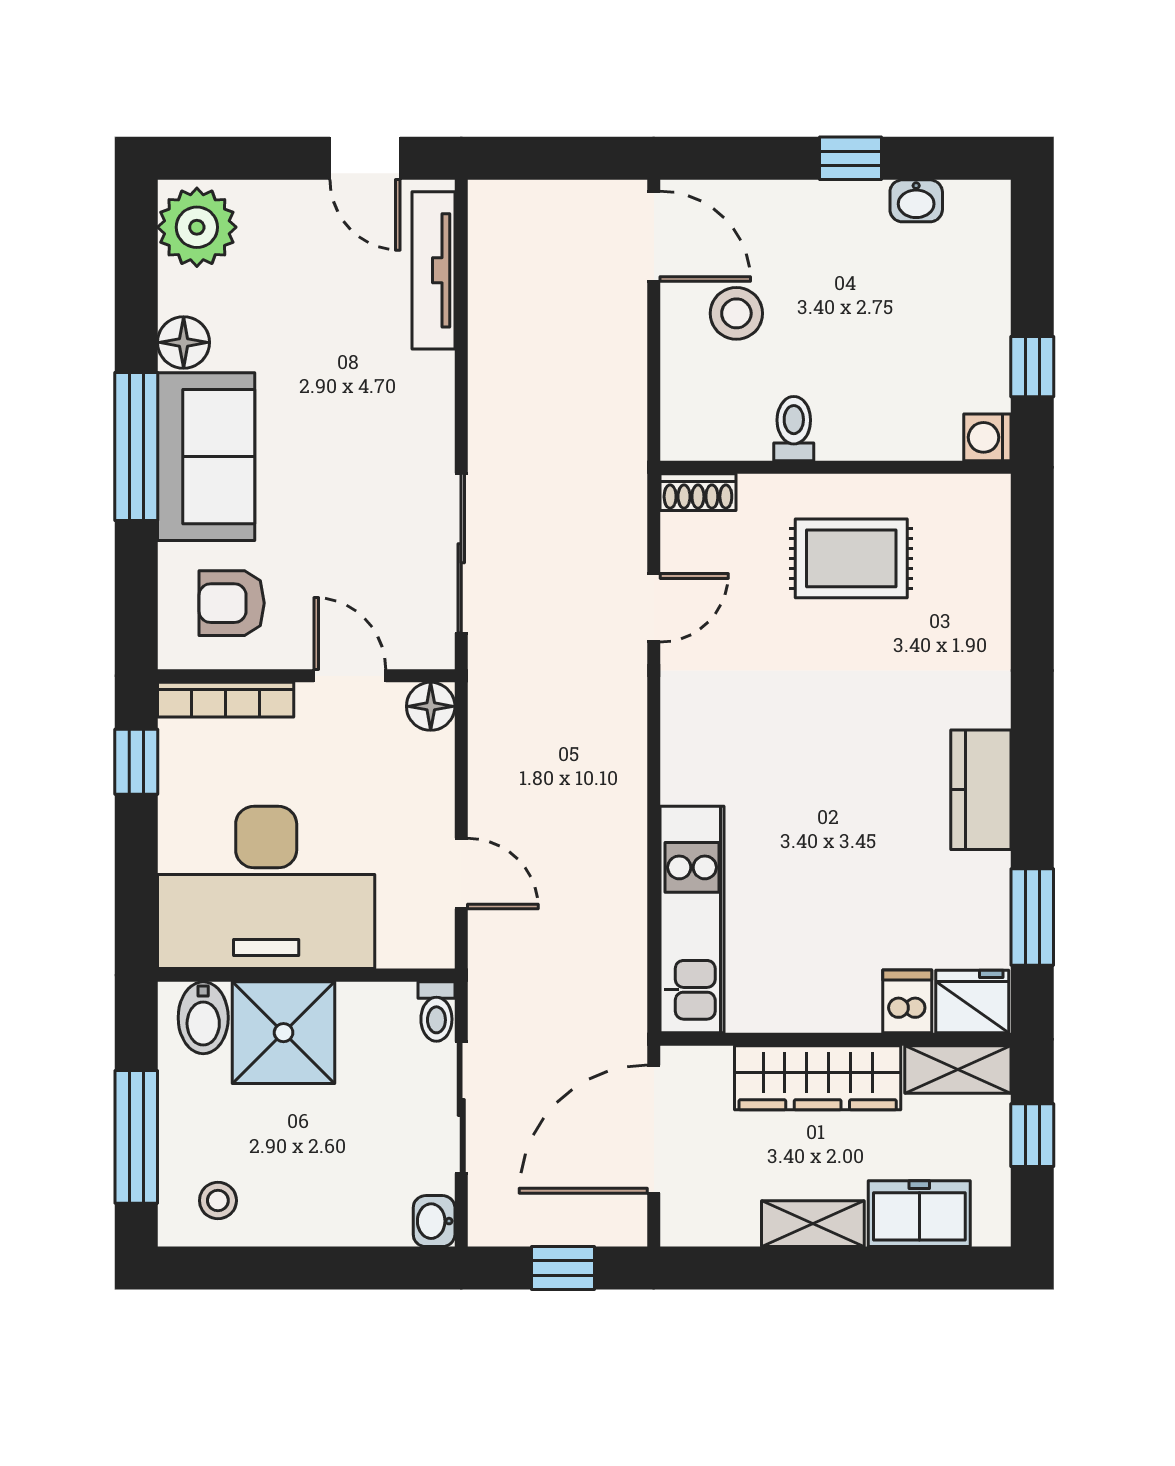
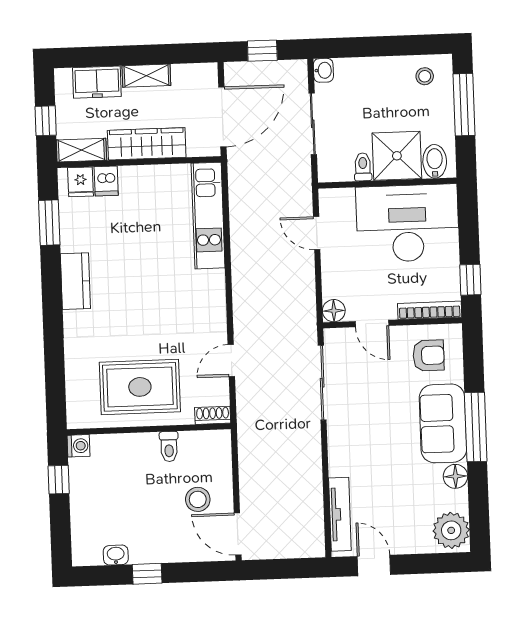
rug: (851, 558) -> (140, 387), width x1.36, depth x1.43
fridge: (972, 1002) -> (80, 182), width x0.72
toilet: (436, 1011) -> (363, 167), moved

